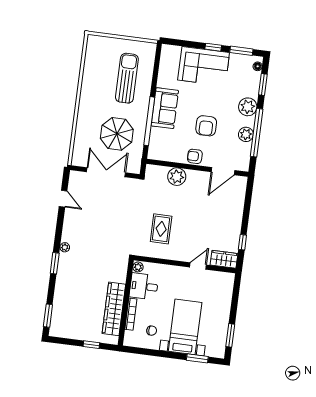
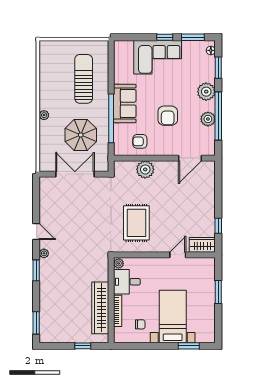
plant: (83, 109) -> (44, 115), added
armchair: (195, 156) -> (140, 141), moved
door: (63, 199) -> (36, 231), moved
rug: (161, 229) -> (136, 223), width x1.36, depth x1.43
window: (230, 335) -> (218, 292), moved

